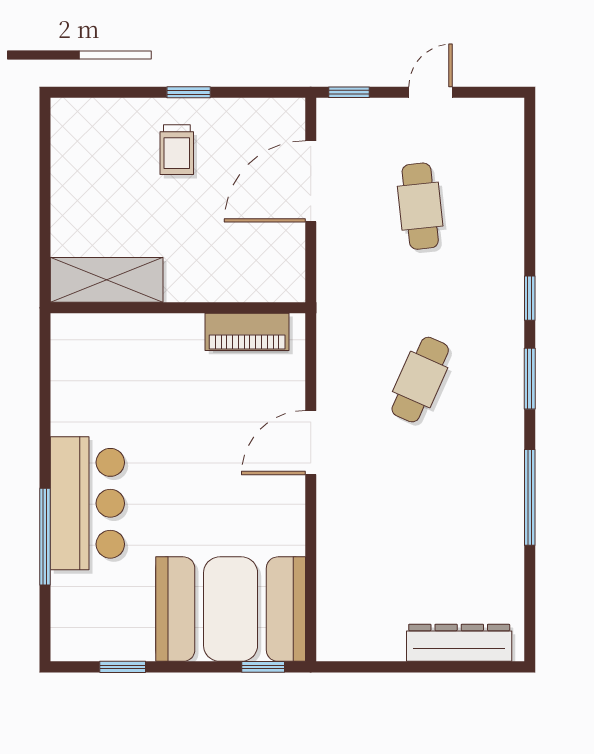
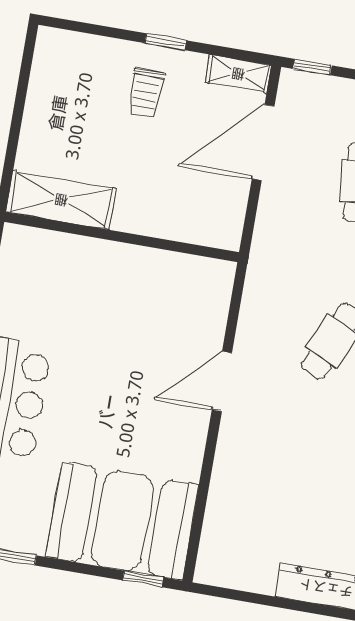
shelving: (272, 113) -> (238, 74), added
piano: (247, 332) -> (181, 270), removed

